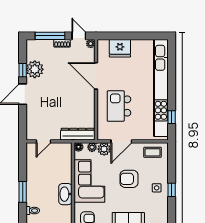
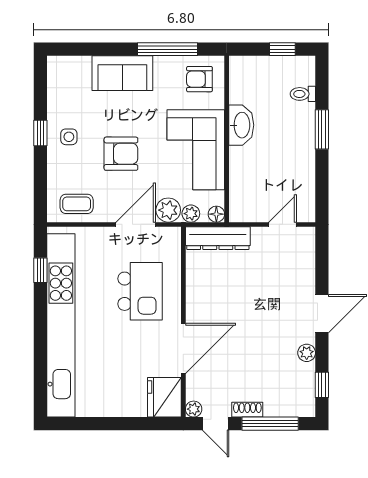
fridge: (120, 48) -> (164, 397), moved, turned -90
plant: (35, 69) -> (307, 353), width x0.53, depth x0.53
window: (23, 70) -> (322, 385), moved
door: (96, 76) -> (183, 348), hinge flipped

